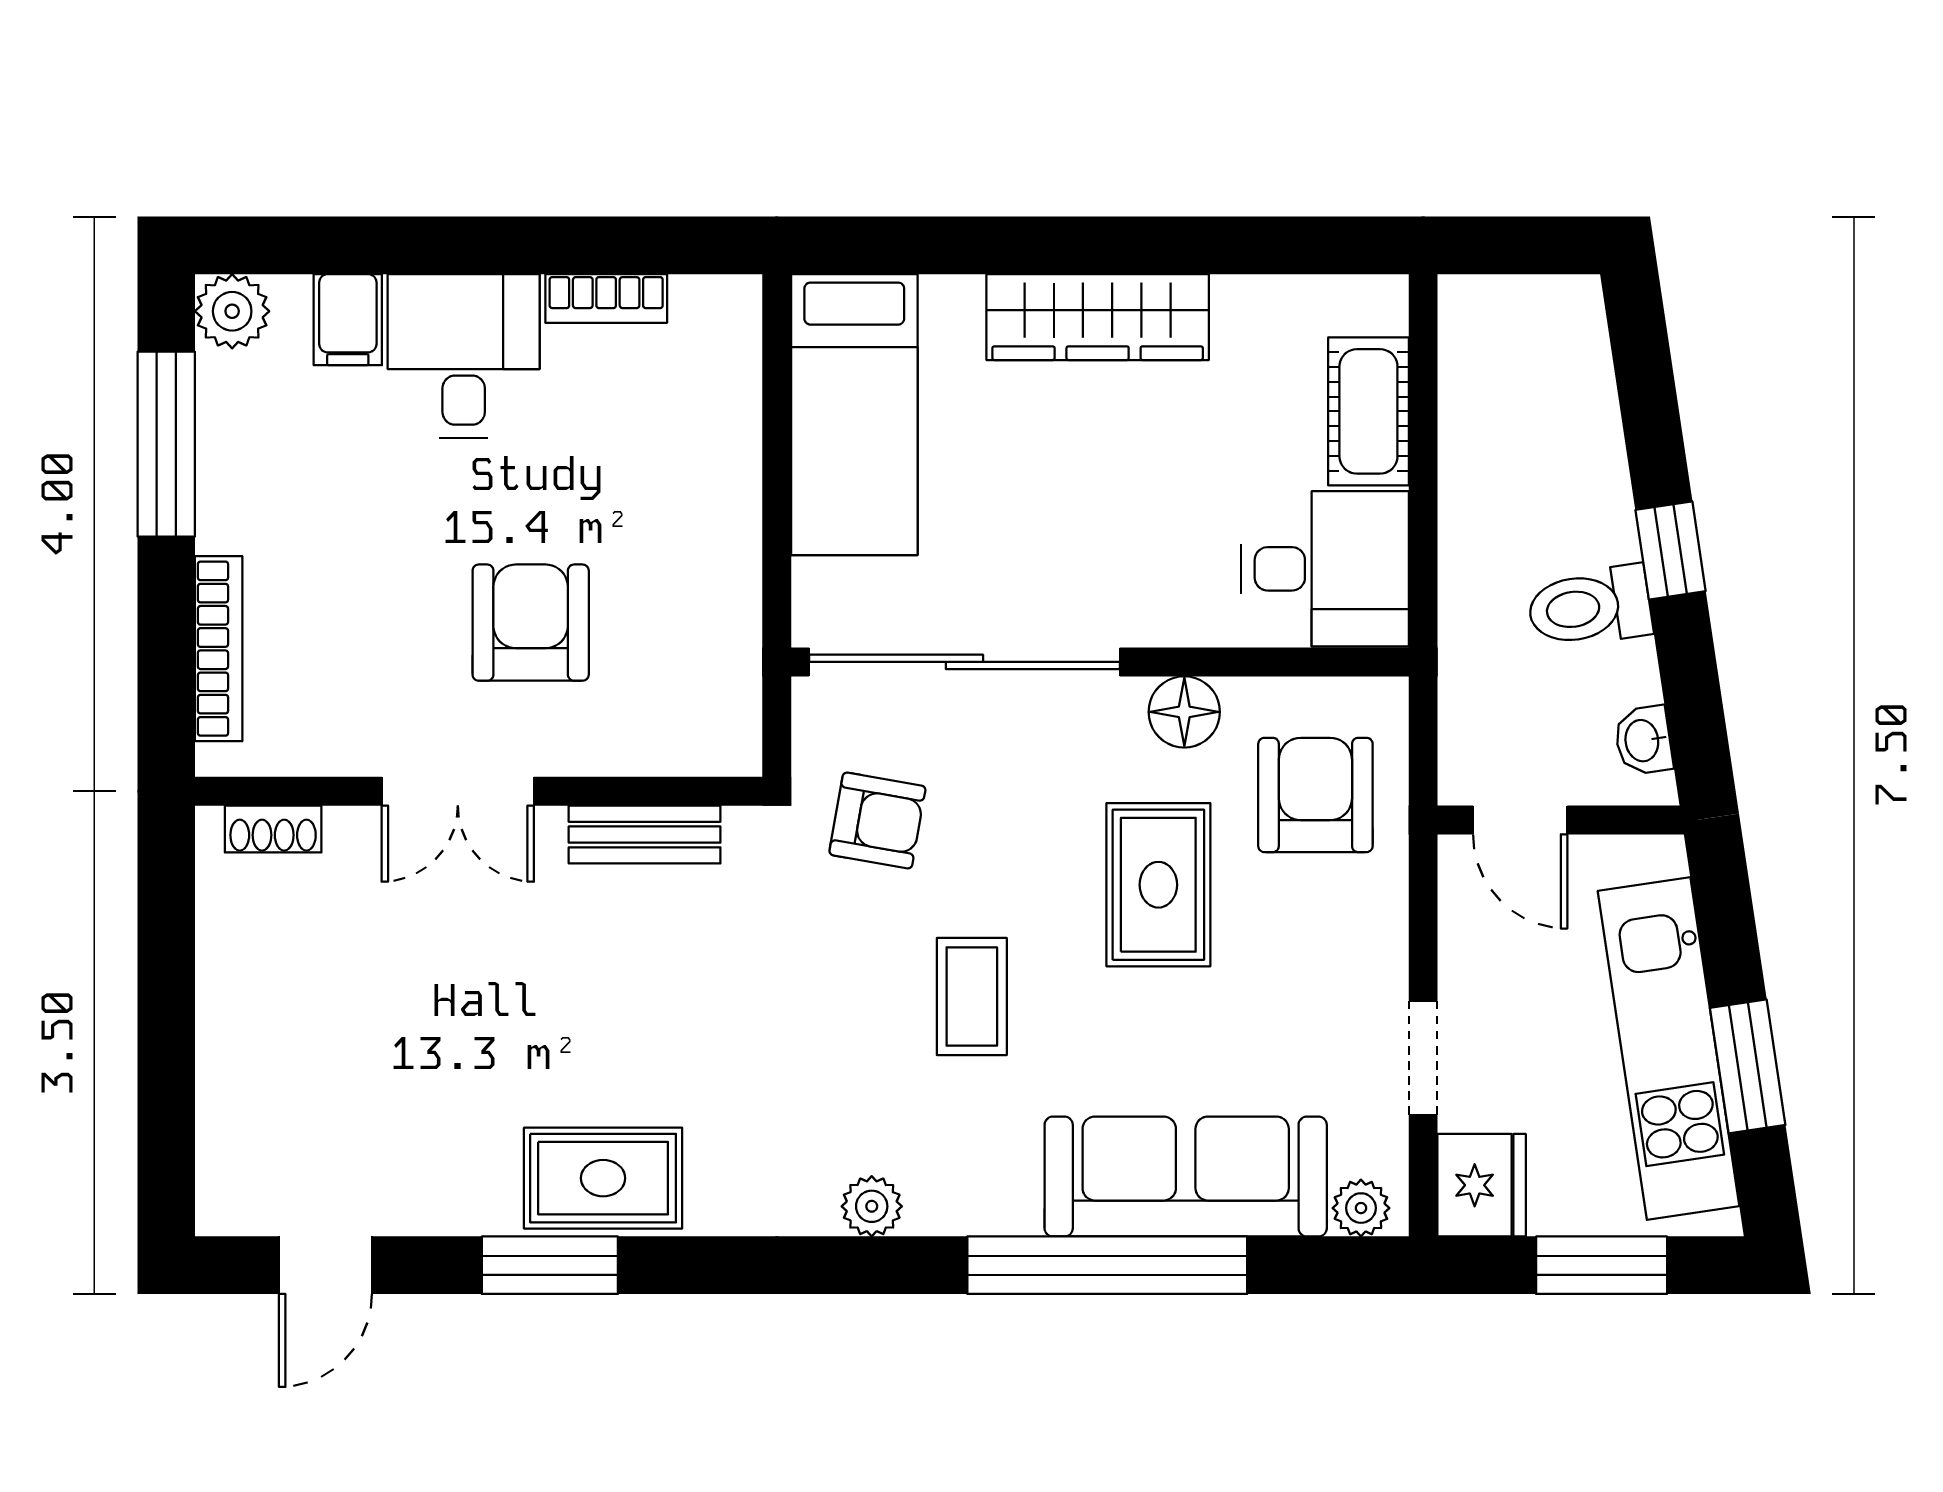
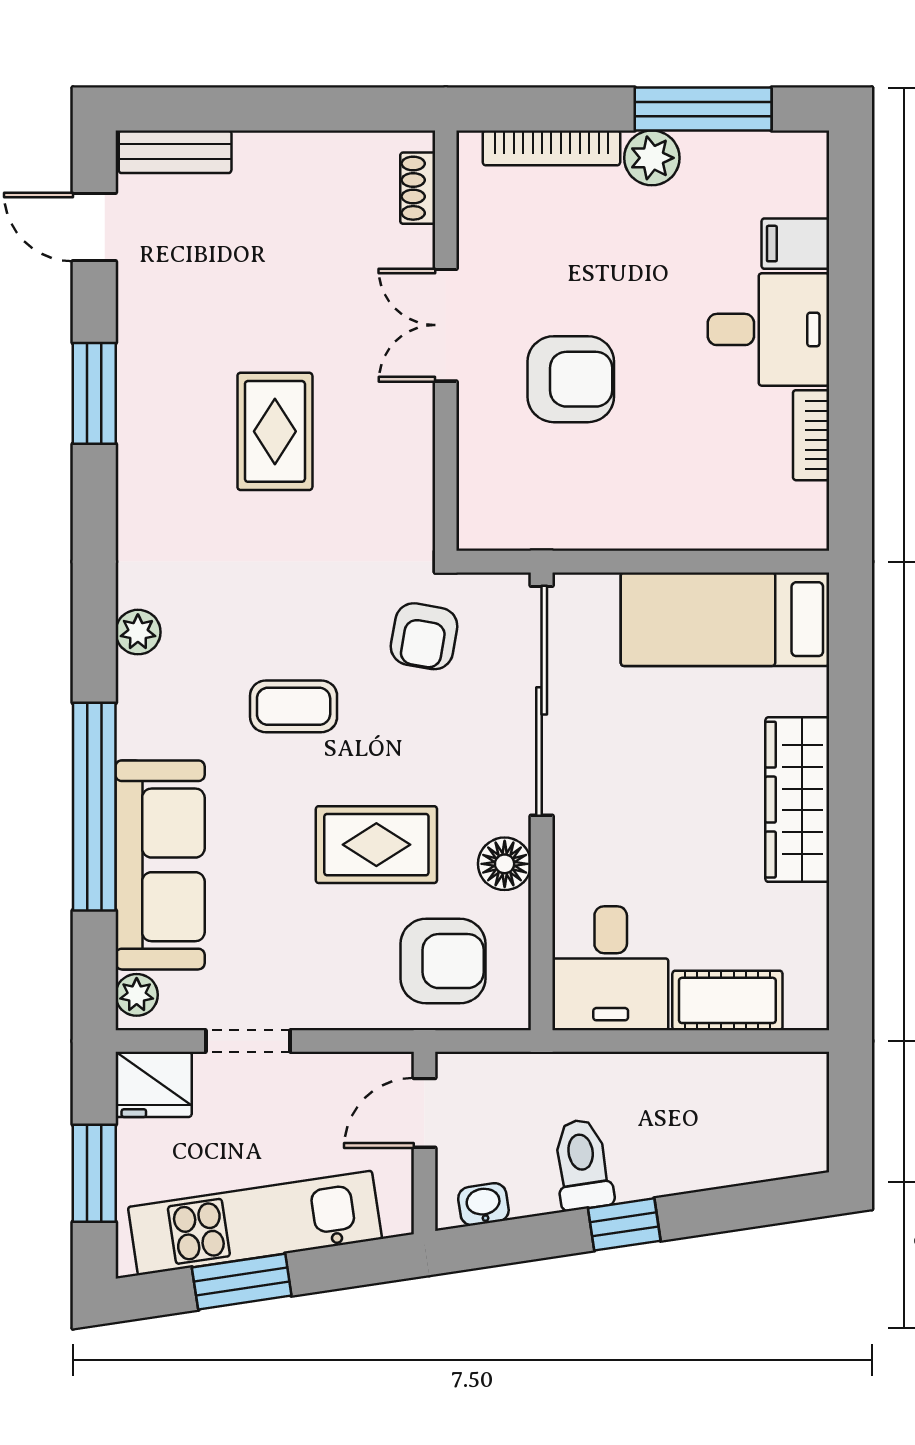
plant: (232, 311) -> (652, 158), moved
bench: (645, 835) -> (175, 152), moved, turned 90
rug: (603, 1178) -> (275, 431), moved

